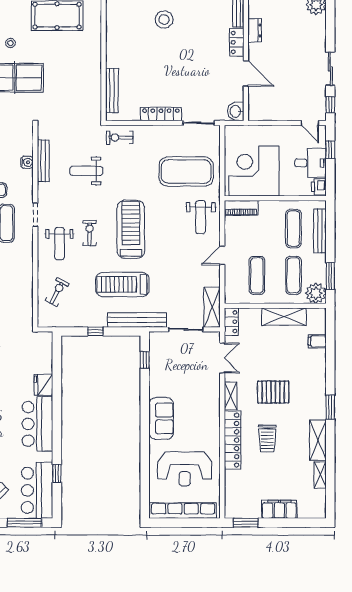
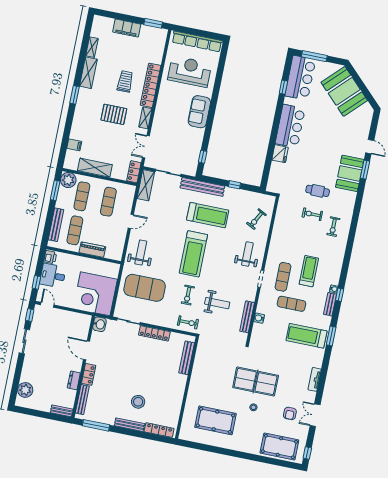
corner desk: (254, 171) -> (95, 294), moved, turned 90
piano: (241, 208) -> (92, 250), moved
exercise bike: (90, 233) -> (188, 295), moved

